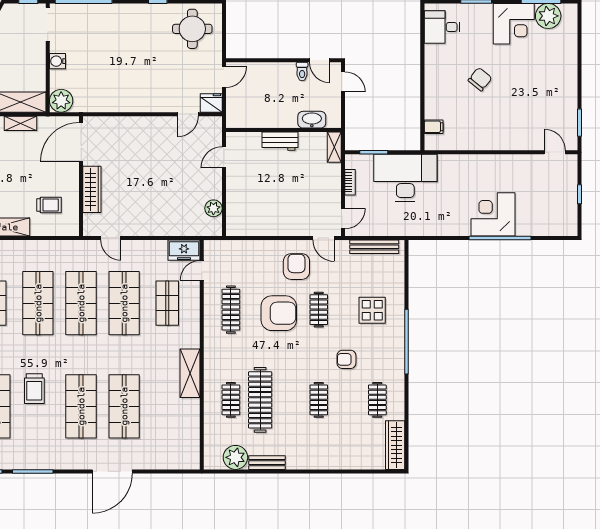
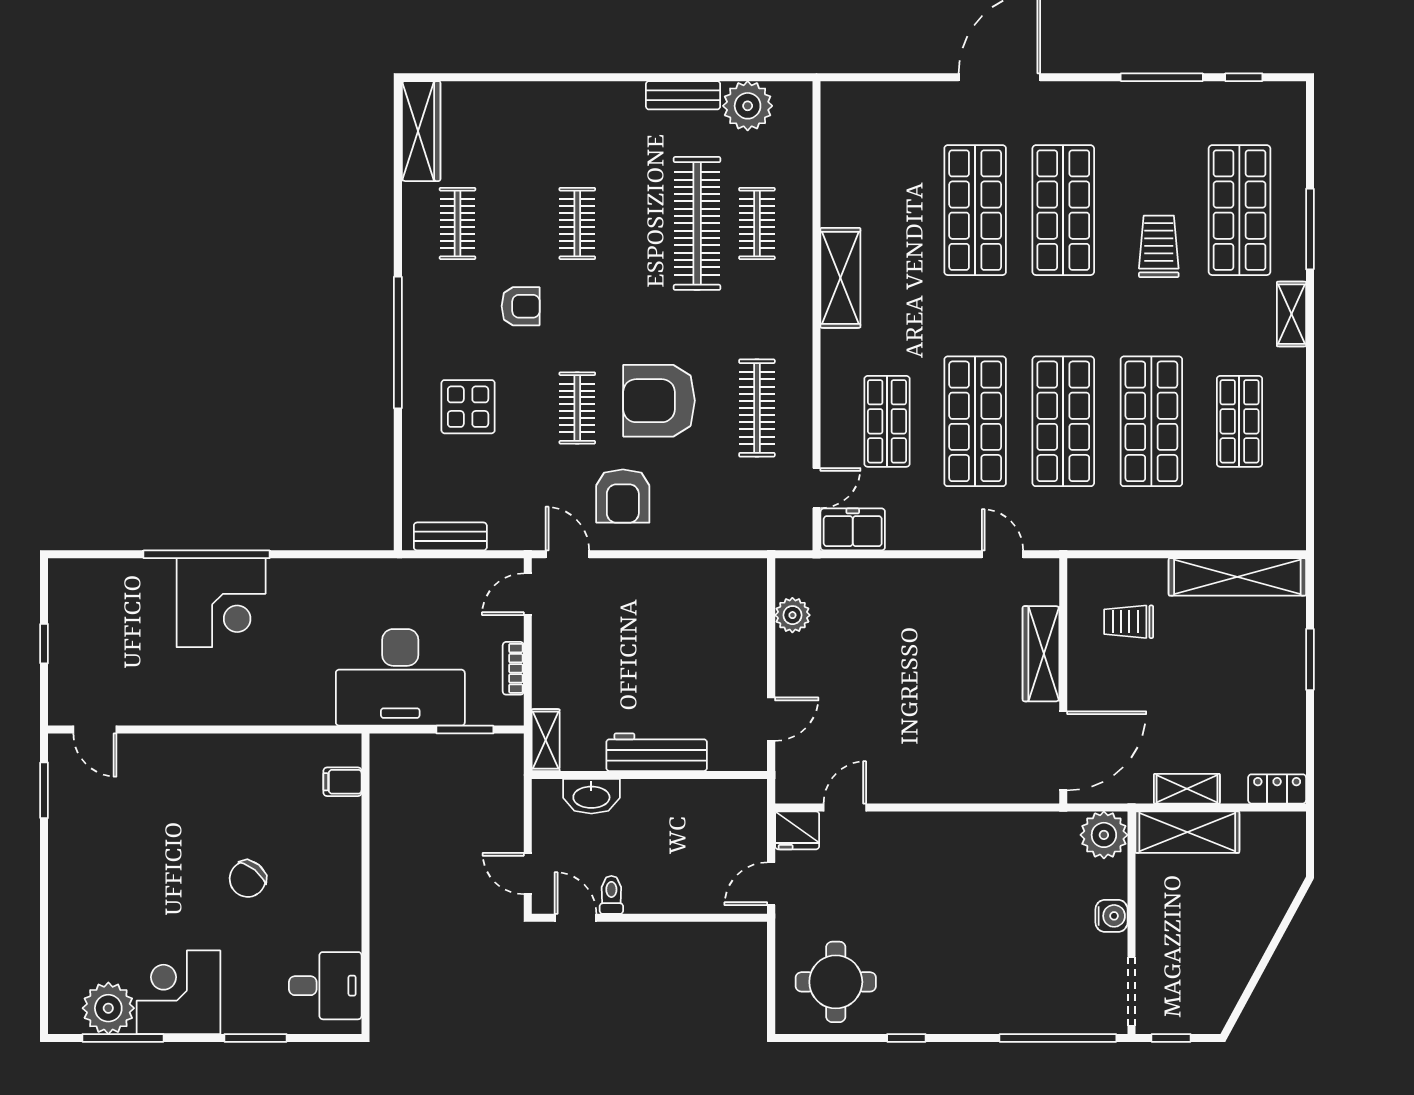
workbench: (280, 141) -> (657, 752), width x1.38
bench: (374, 247) -> (450, 536), width x0.73

